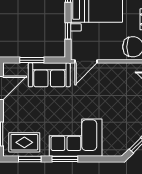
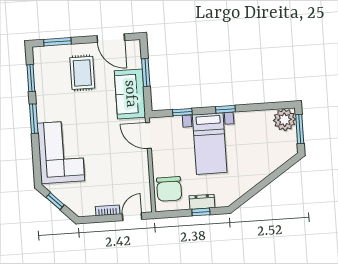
corner sofa: (76, 138) -> (61, 152), moved
rug: (24, 142) -> (82, 73), moved

